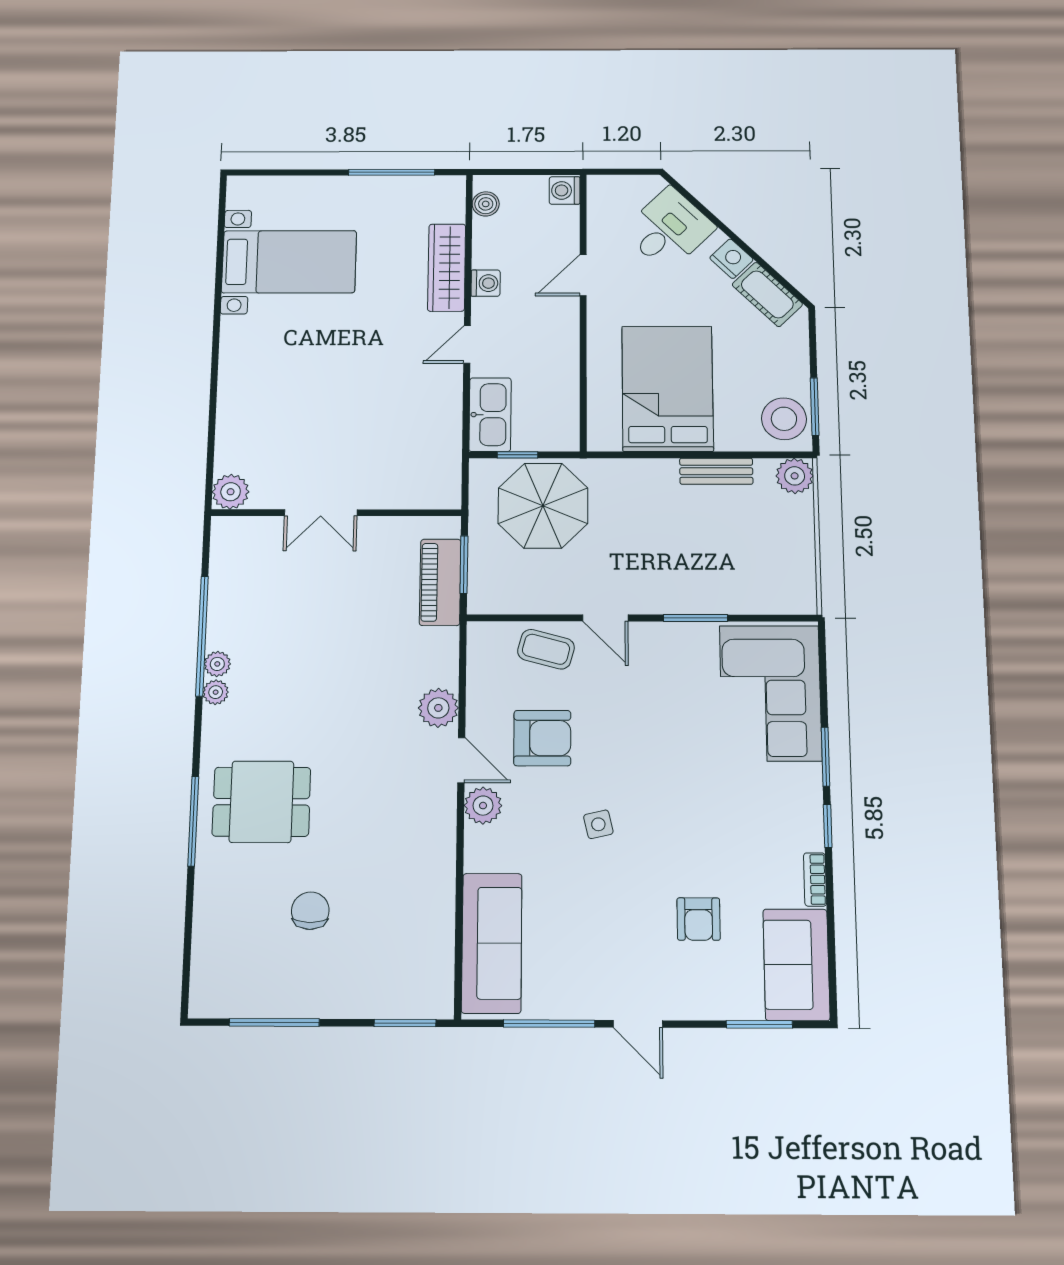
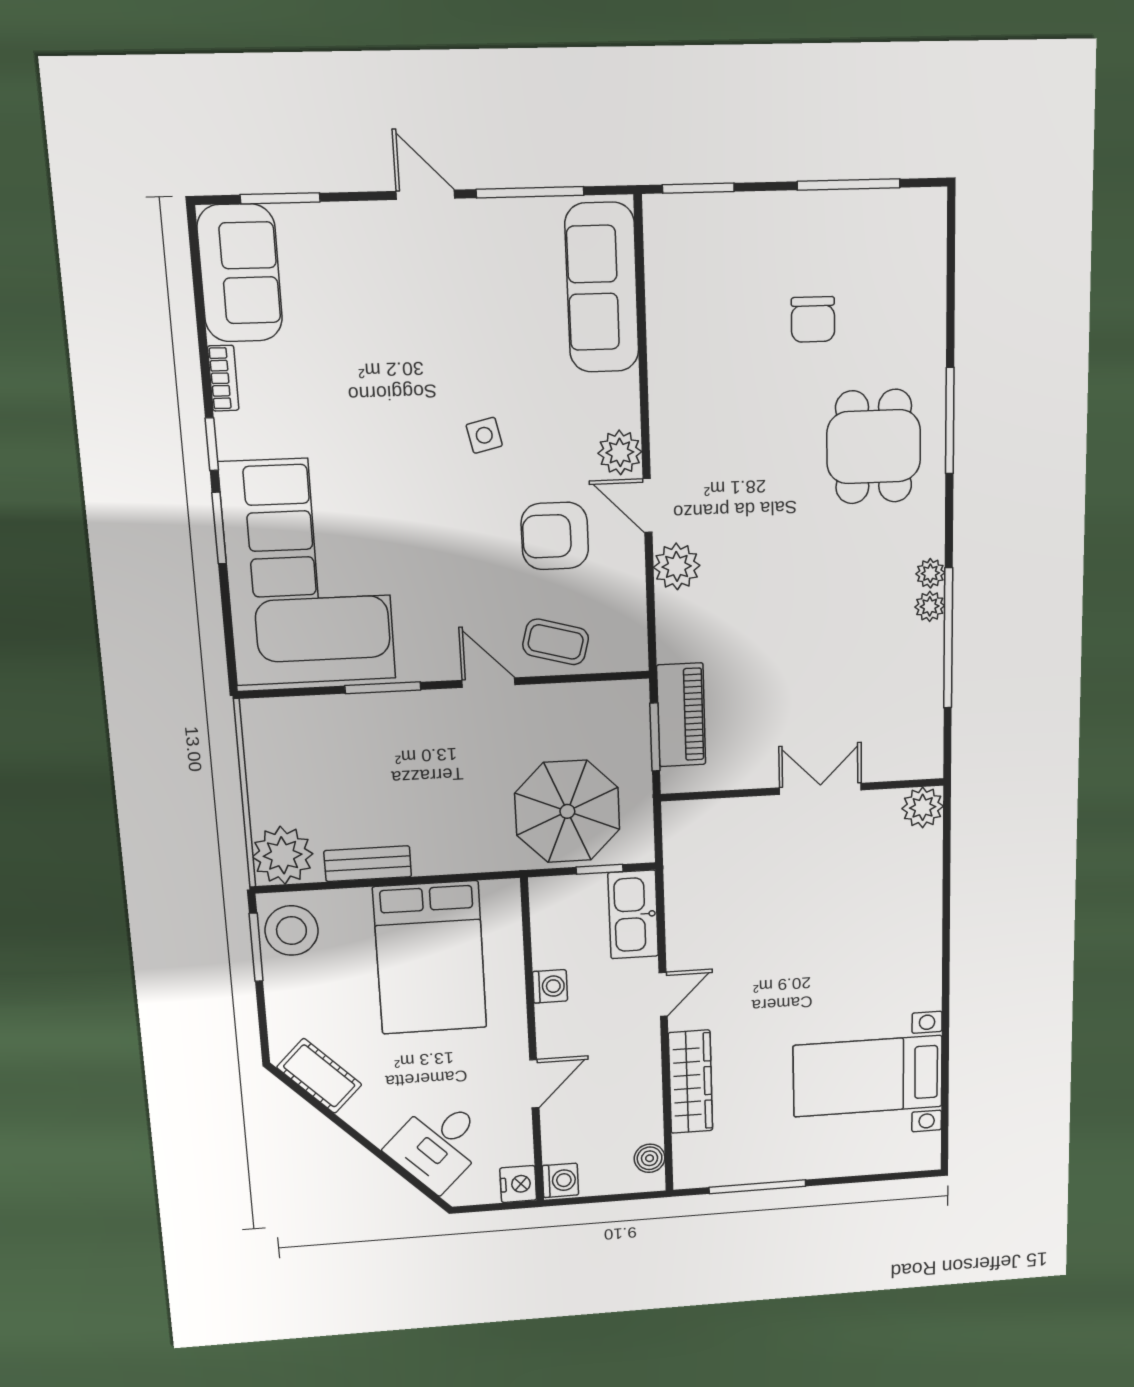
nightstand: (731, 259) -> (518, 1184), moved, turned -135
washing machine: (486, 283) -> (550, 986), moved, turned 180
plant: (795, 476) -> (283, 855), width x1.36, depth x1.36
corner sofa: (771, 693) -> (308, 572), width x1.36, depth x1.36
dining table: (261, 802) -> (874, 447), turned 90
armchair: (699, 919) -> (360, 325), removed

